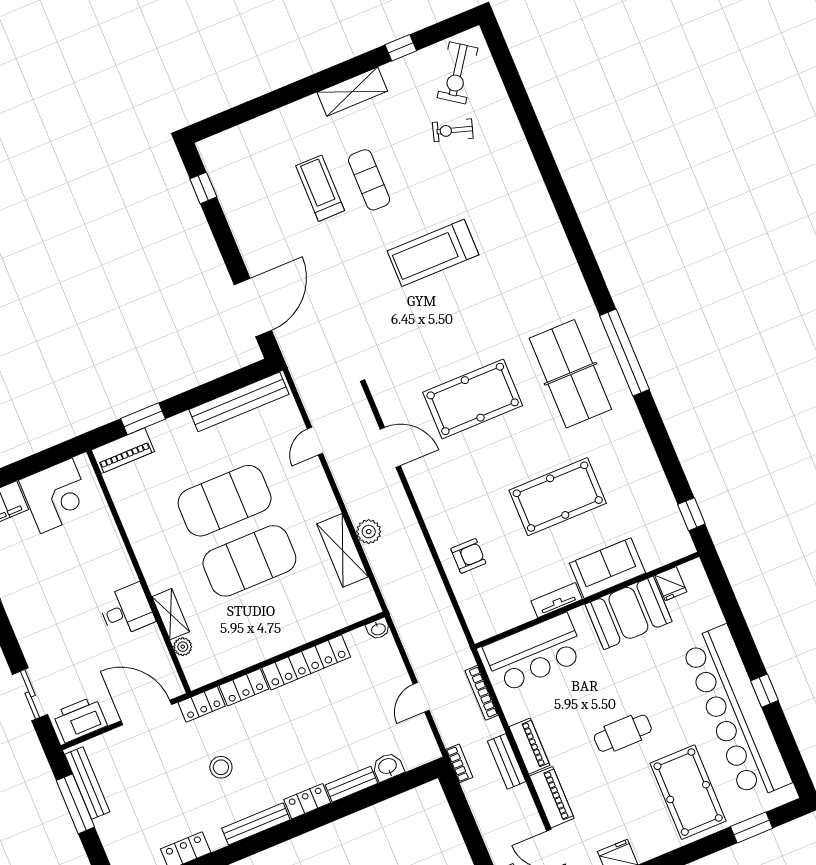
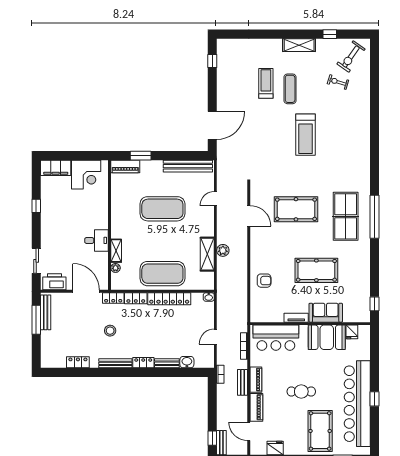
treadmill: (433, 253) -> (305, 135), turned -90
exercise mat: (249, 561) -> (162, 274), moved

